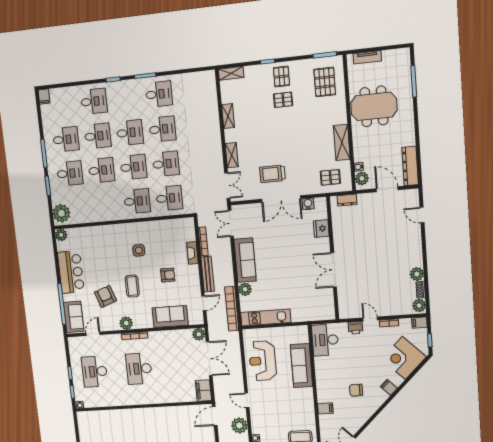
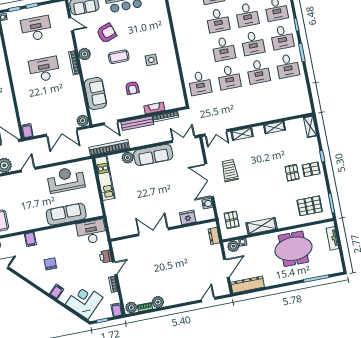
meeting table: (374, 106) -> (293, 249), turned 90
desk: (137, 201) -> (282, 37), moved
filing cabinet: (203, 391) -> (27, 131), width x0.50

